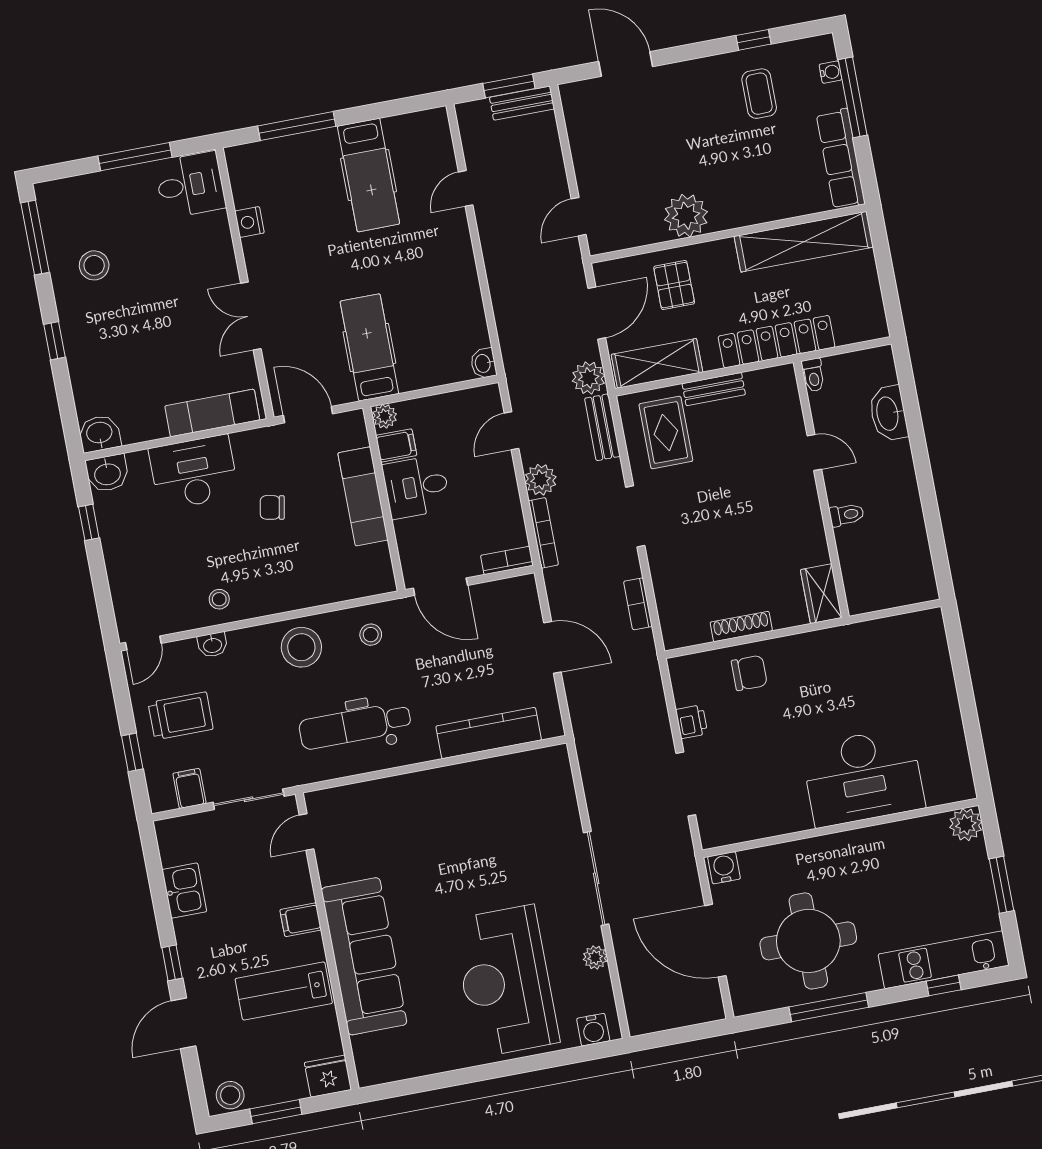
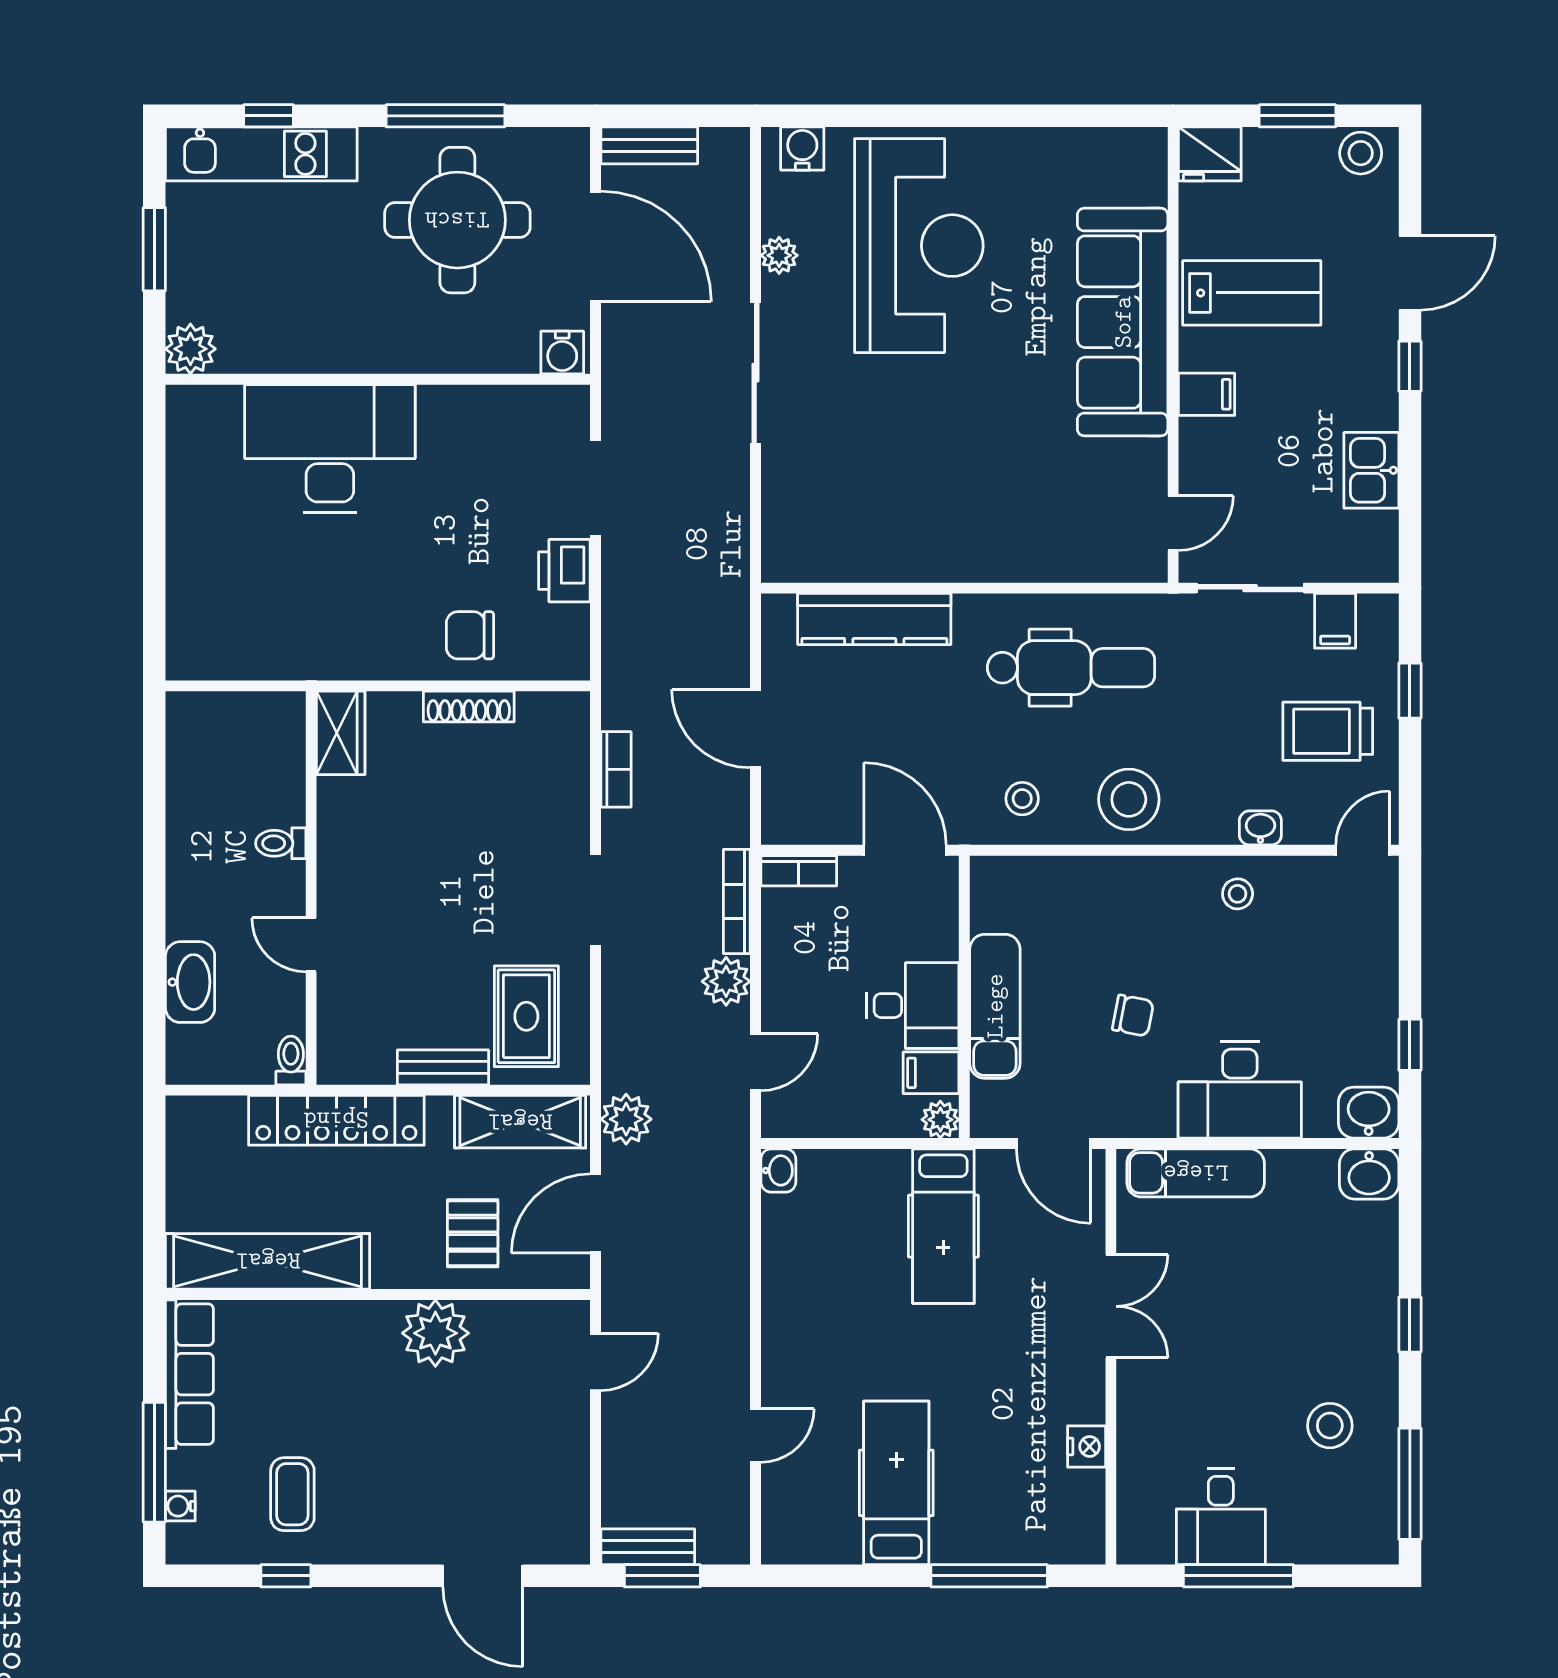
desk: (190, 185) -> (1221, 1517), moved, turned -90
bench: (602, 427) -> (649, 145), moved, turned 90
printer: (692, 722) -> (564, 571), width x1.36, depth x1.24

